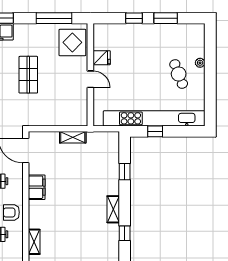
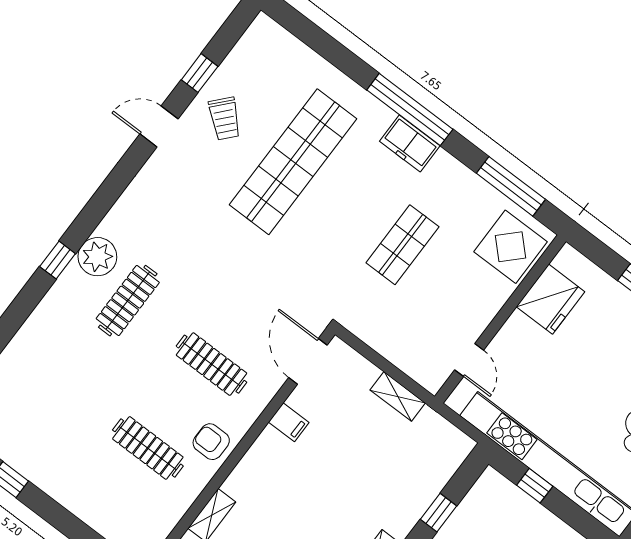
fridge: (102, 58) -> (550, 299), width x1.88, depth x1.34
door: (90, 79) -> (469, 360), moved
filing cabinet: (37, 187) -> (289, 422), width x0.50

